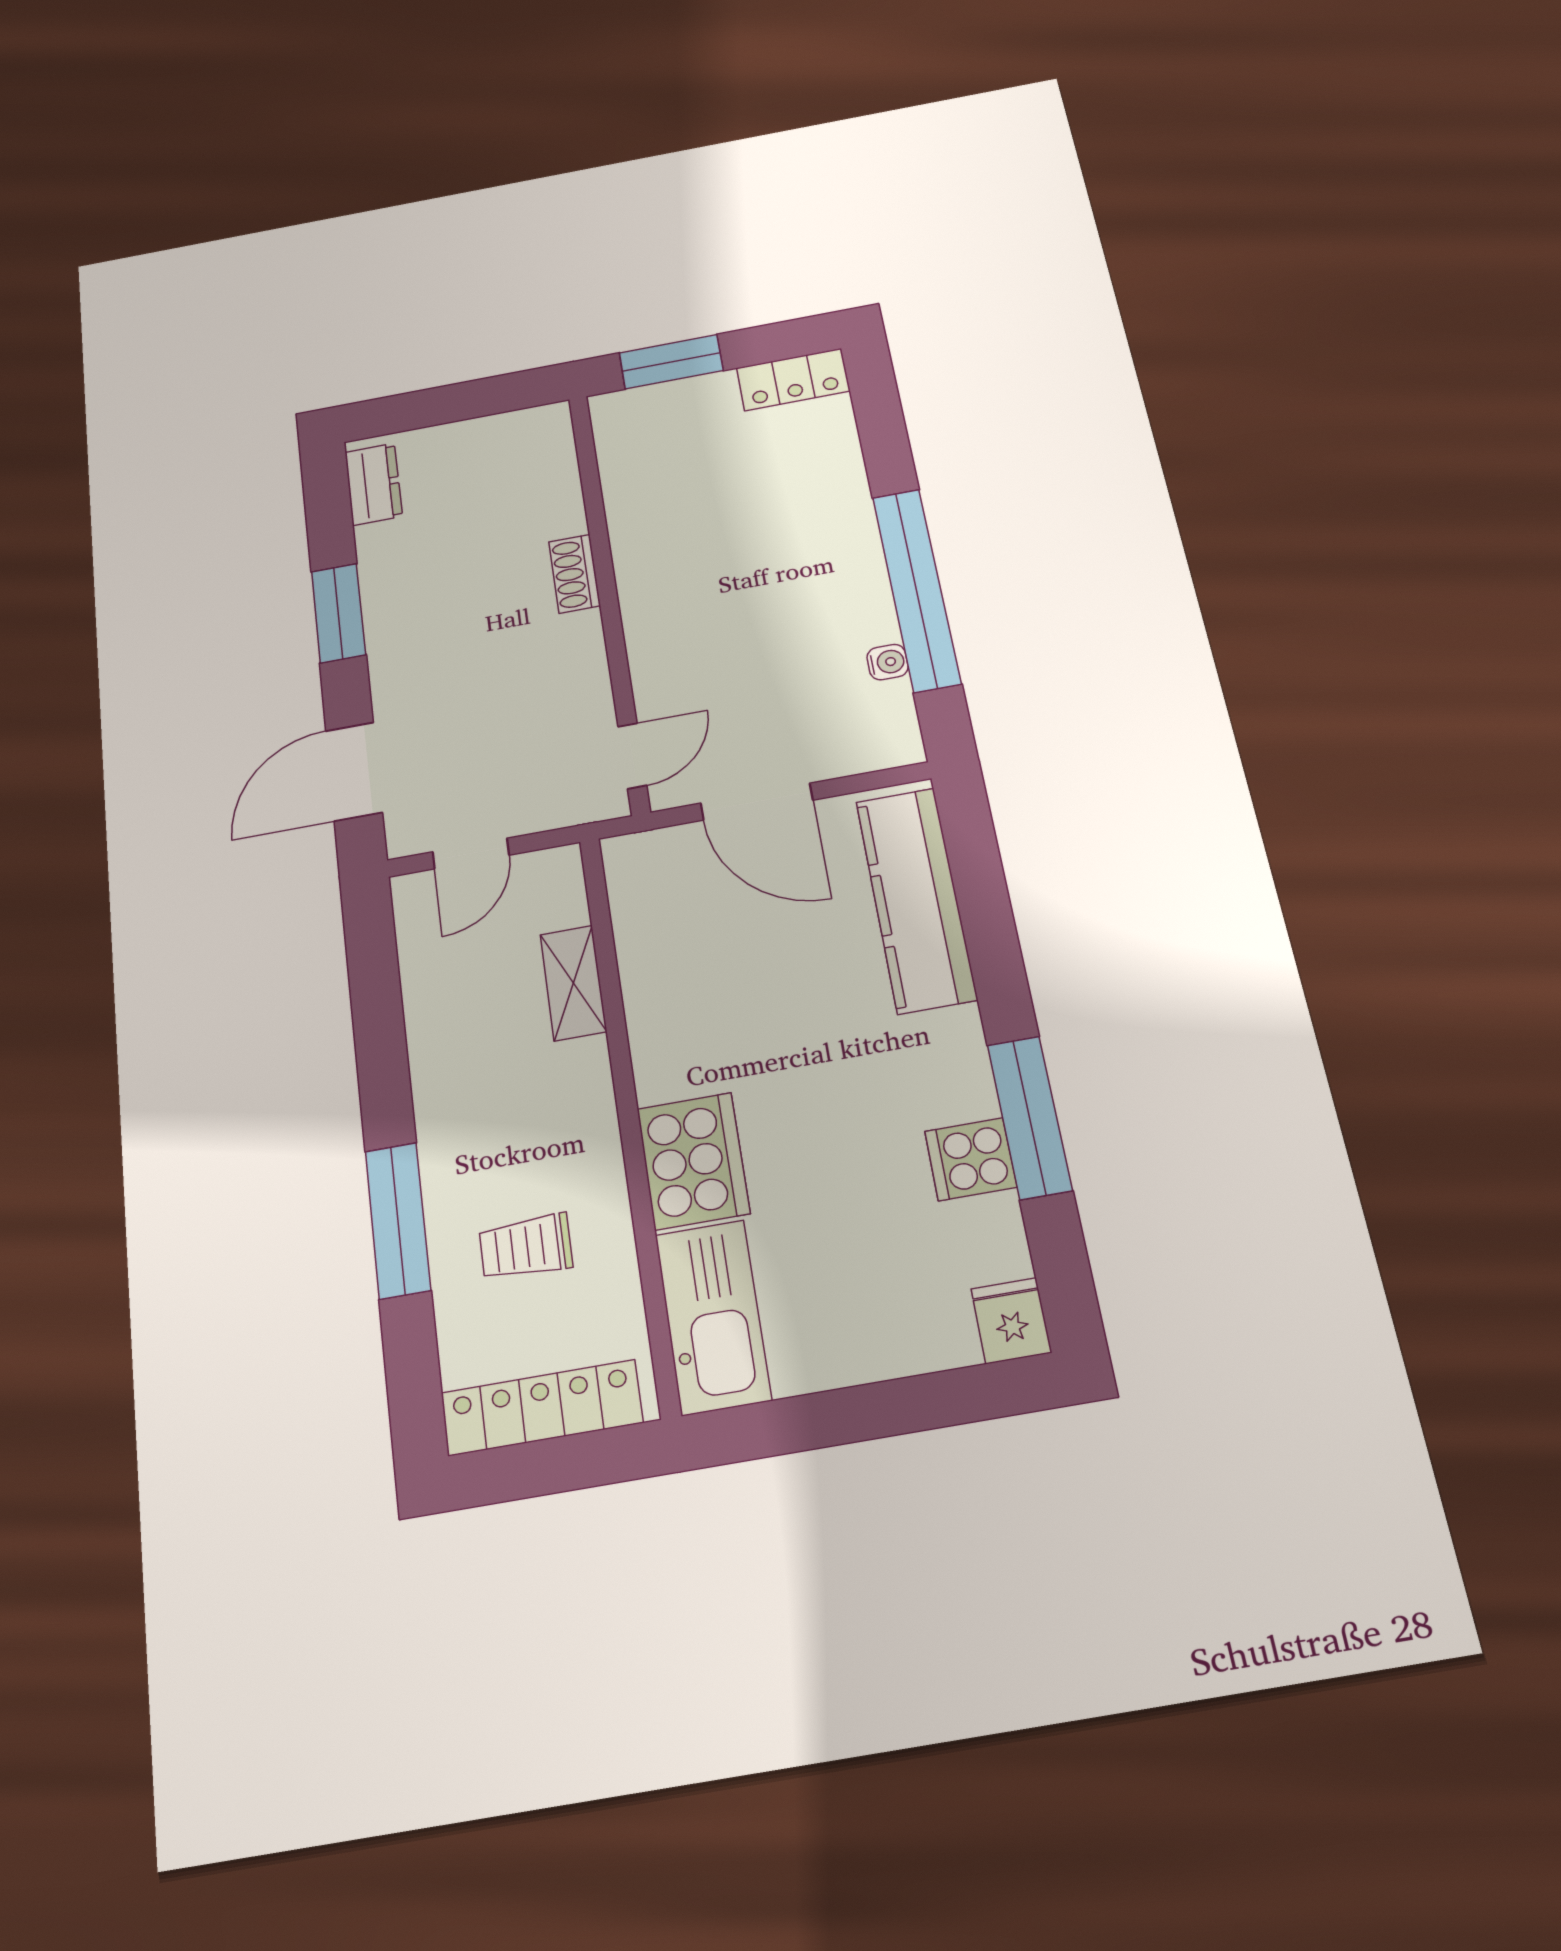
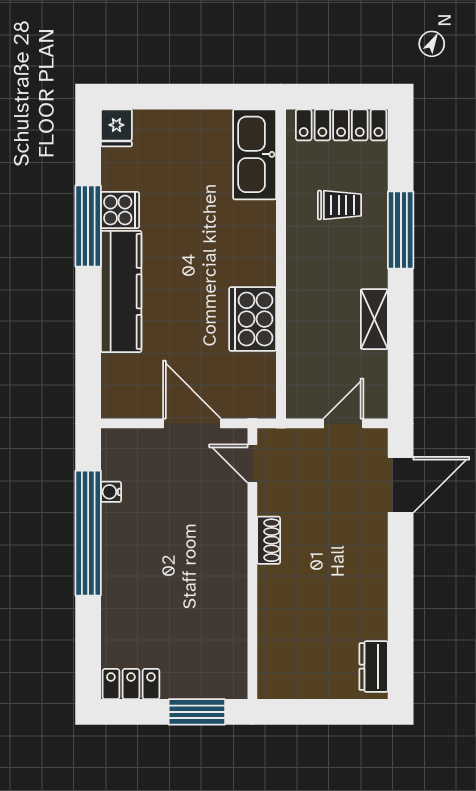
shoe rack: (575, 574) -> (269, 540), moved
window: (338, 613) -> (401, 586), removed
door: (632, 756) -> (252, 464), hinge flipped
kitchen counter: (916, 899) -> (121, 291), moved
shelving: (573, 983) -> (374, 319), moved
cooker: (693, 1161) -> (253, 319), moved

